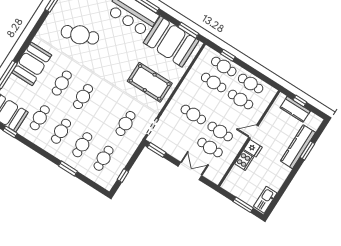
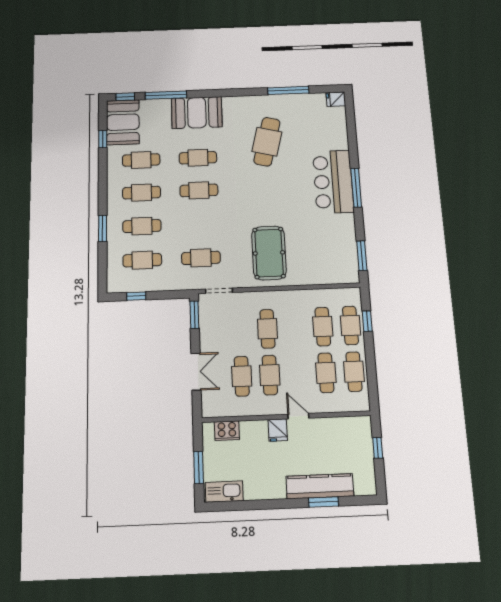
cafe table: (80, 35) -> (267, 142), turned 33
booth: (171, 42) -> (334, 245), removed
kitchen counter: (295, 109) -> (363, 449), removed
cooker: (244, 160) -> (227, 431), moved

